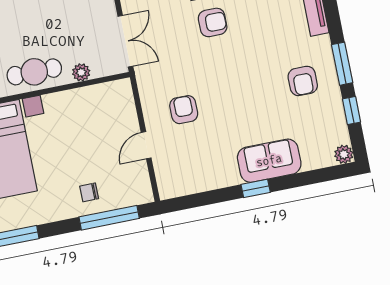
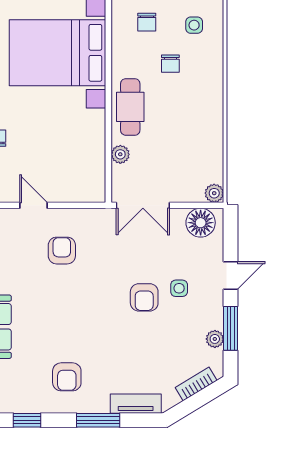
window: (342, 64) -> (98, 420), moved
armchair: (303, 81) -> (67, 377), turned -90
armchair: (184, 110) -> (62, 251), turned -90

